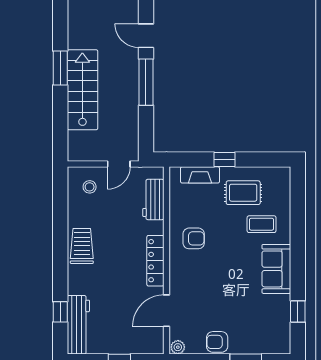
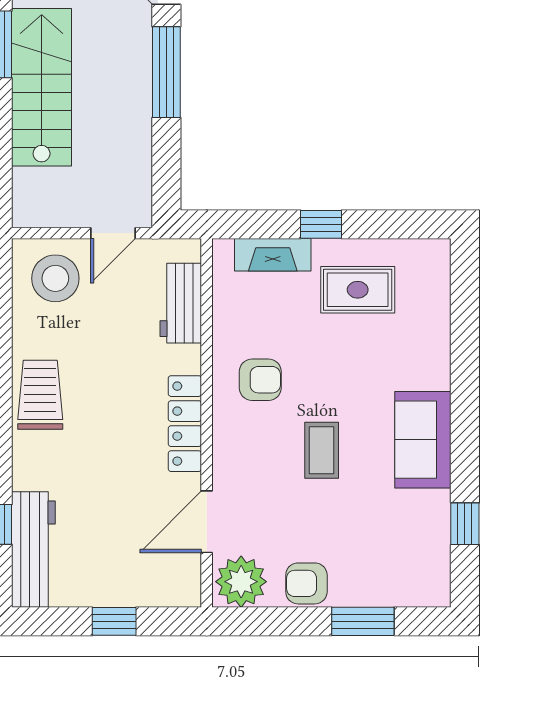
stool: (90, 187) -> (55, 278), width x1.89, depth x1.89
coffee table: (262, 224) -> (322, 450), moved, turned 90
plant: (178, 347) -> (241, 582), width x1.88, depth x1.88

